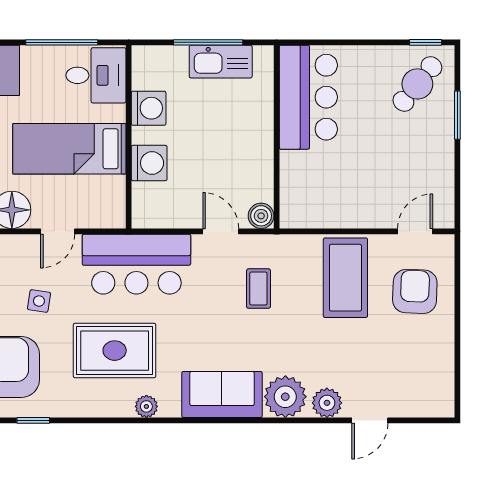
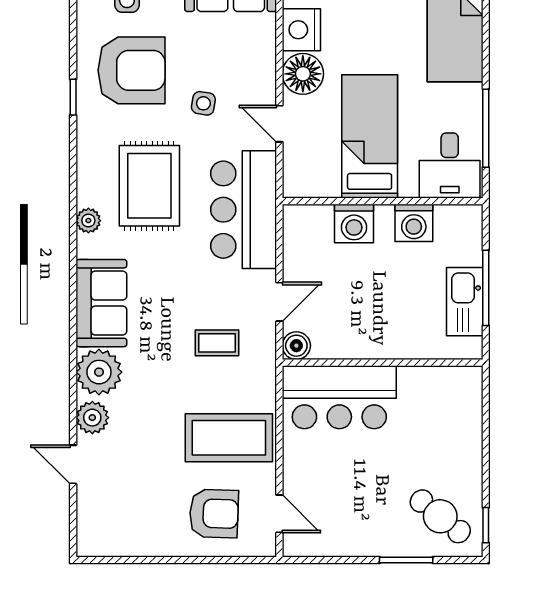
bar counter: (308, 97) -> (339, 397), moved

